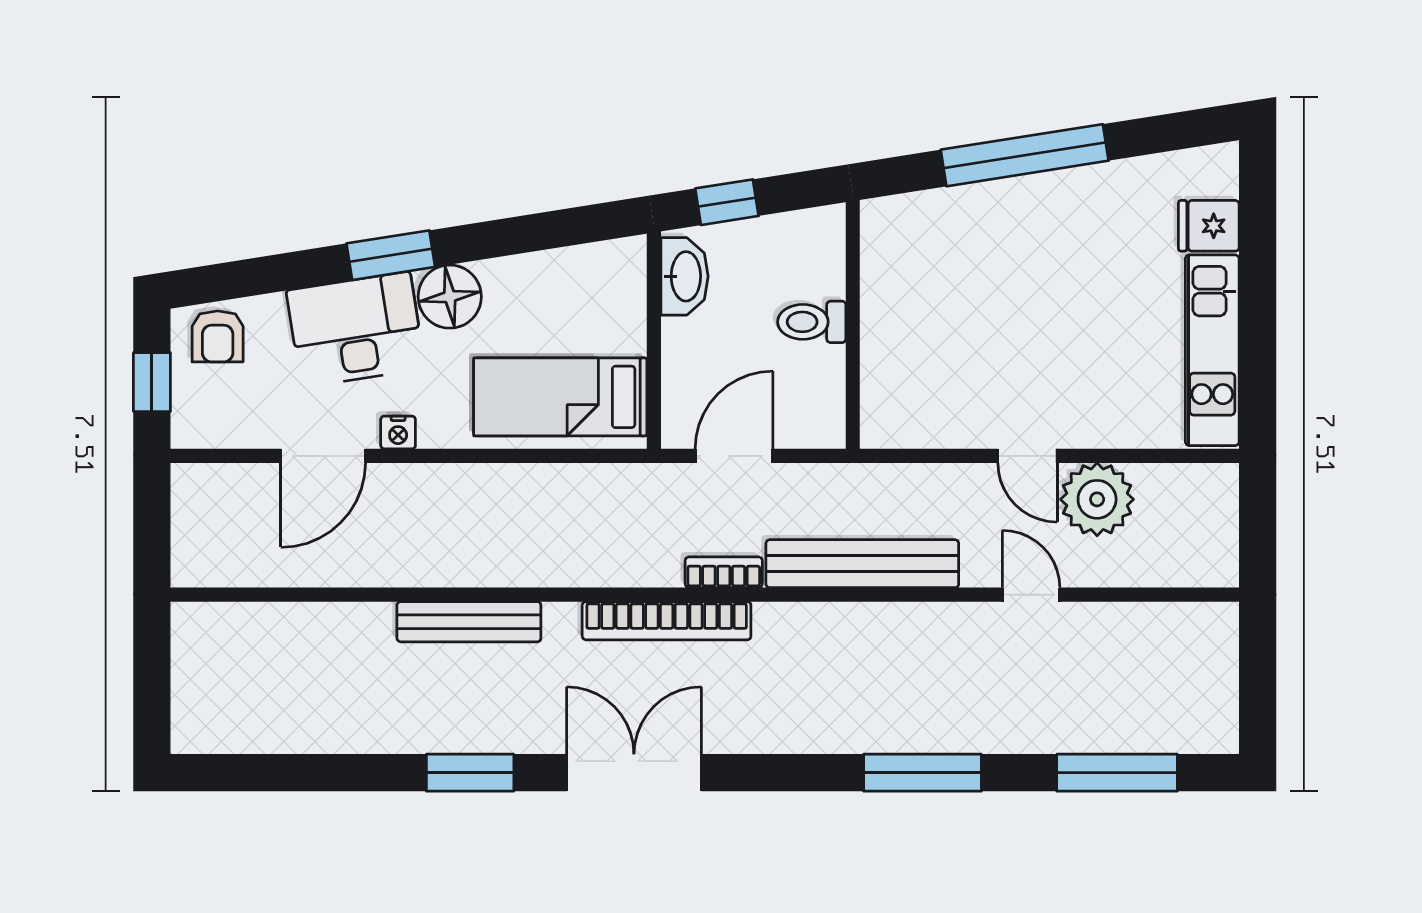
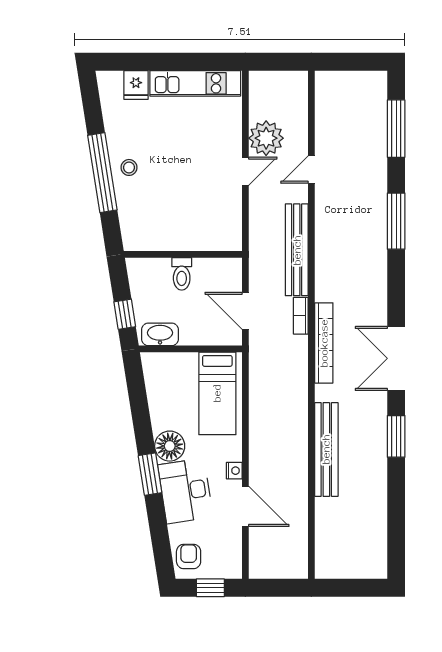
stool: (1035, 211) -> (129, 167), added
armchair: (218, 336) -> (189, 556), turned -90
bench: (469, 622) -> (326, 449), width x1.37, depth x1.21

